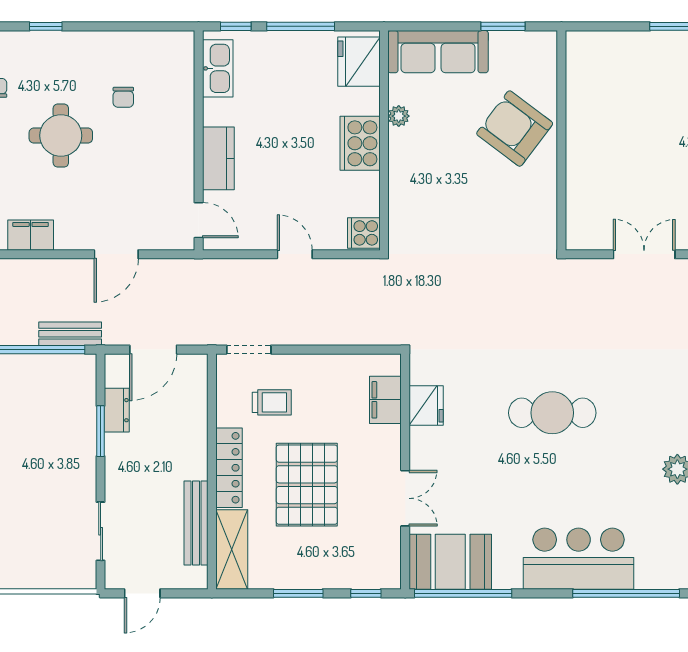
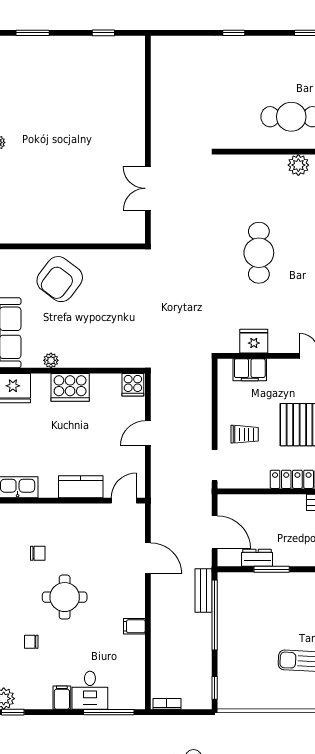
filing cabinet: (31, 235) -> (134, 626), width x0.50
trolley: (272, 402) -> (245, 434), moved, turned 90

